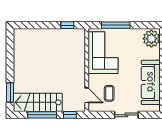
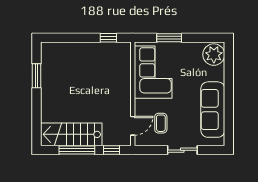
window: (116, 25) -> (169, 38), width x0.69
window: (10, 93) -> (37, 76), moved
door: (87, 95) -> (133, 126), hinge flipped

